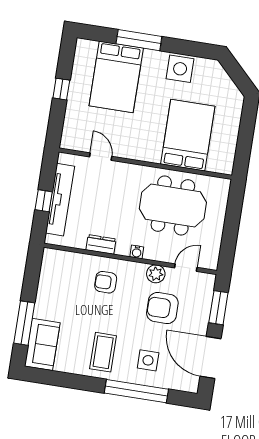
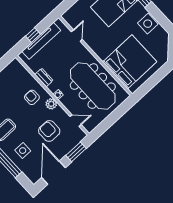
bed: (188, 135) -> (130, 62), width x1.36
meeting table: (173, 206) -> (93, 86), width x1.36
plant: (156, 274) -> (51, 104), moved

